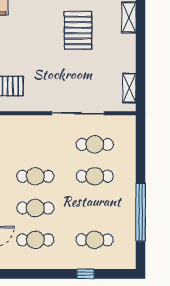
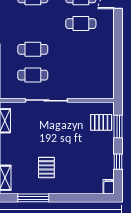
pallet: (78, 30) -> (46, 167), width x0.67, depth x0.71
cafe table: (35, 176) -> (81, 49), removed

